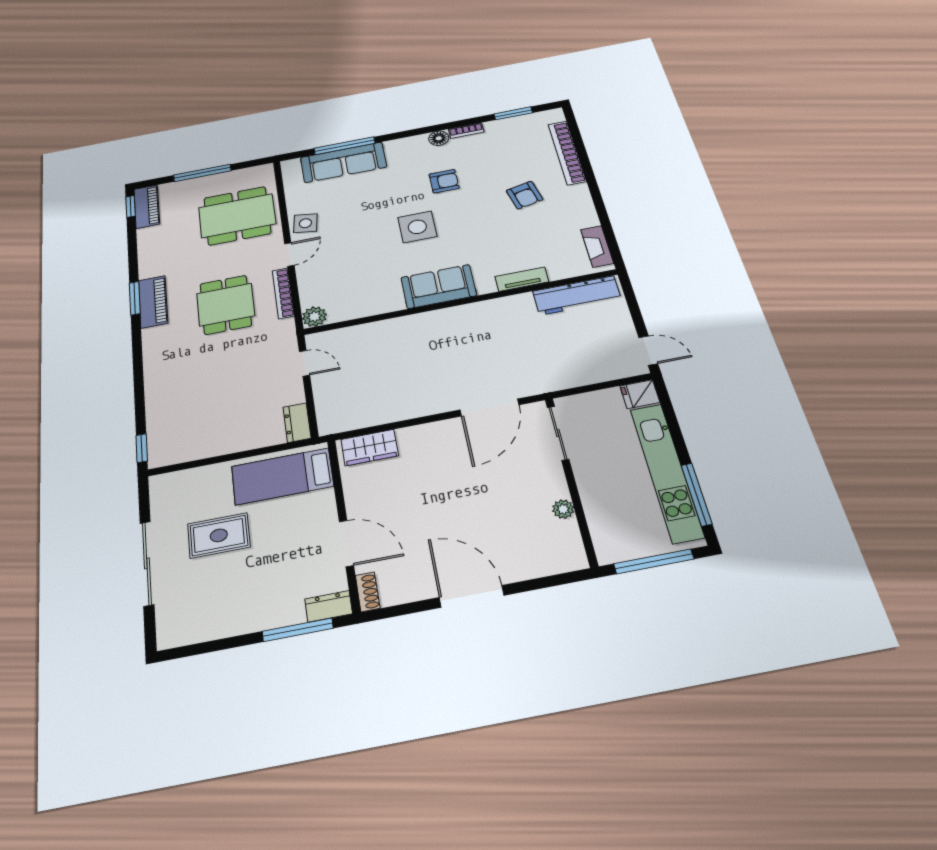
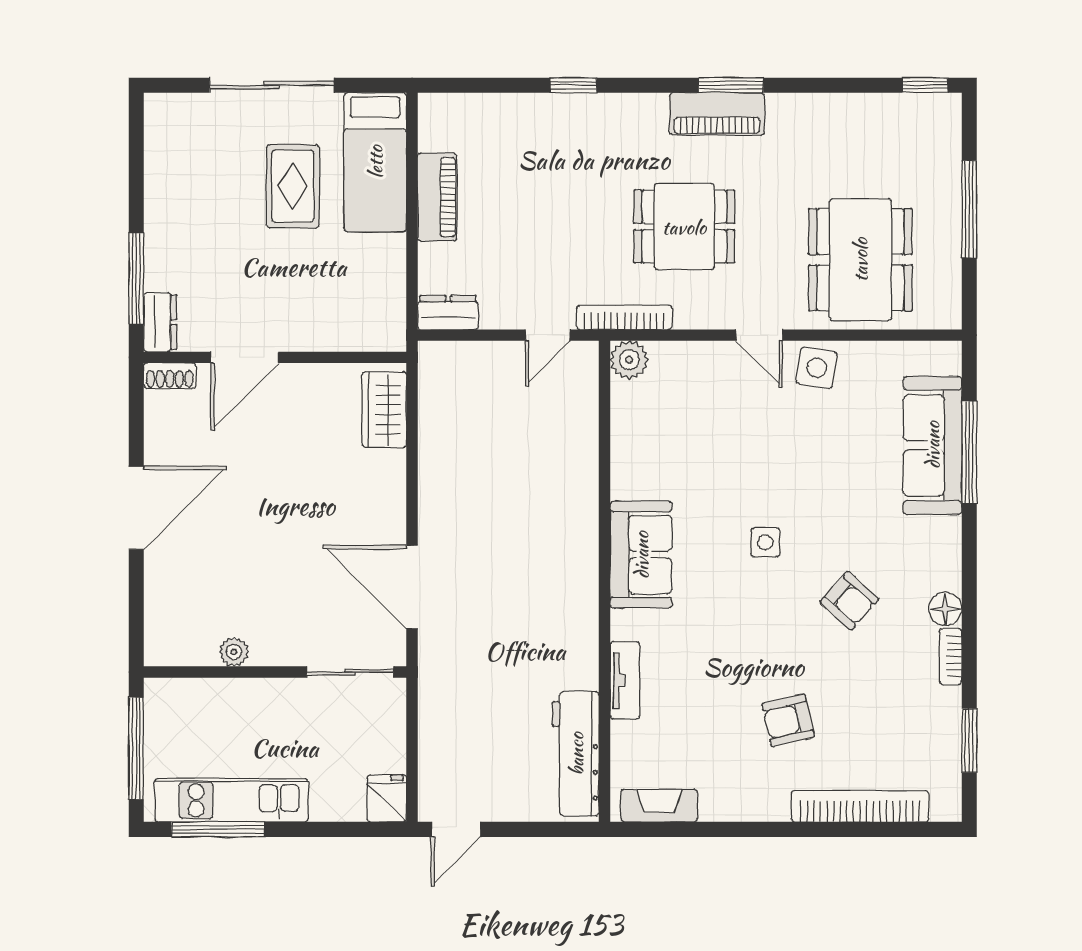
armchair: (444, 181) -> (849, 601), turned -48
piano: (147, 207) -> (437, 197), moved, turned -90
side table: (417, 227) -> (765, 542), width x0.54, depth x0.54
bookcase: (283, 293) -> (624, 317), moved
window: (142, 448) -> (573, 85), moved
kitchen unit: (666, 472) -> (231, 800), width x0.73
bed: (282, 476) -> (375, 162), moved, turned 180

